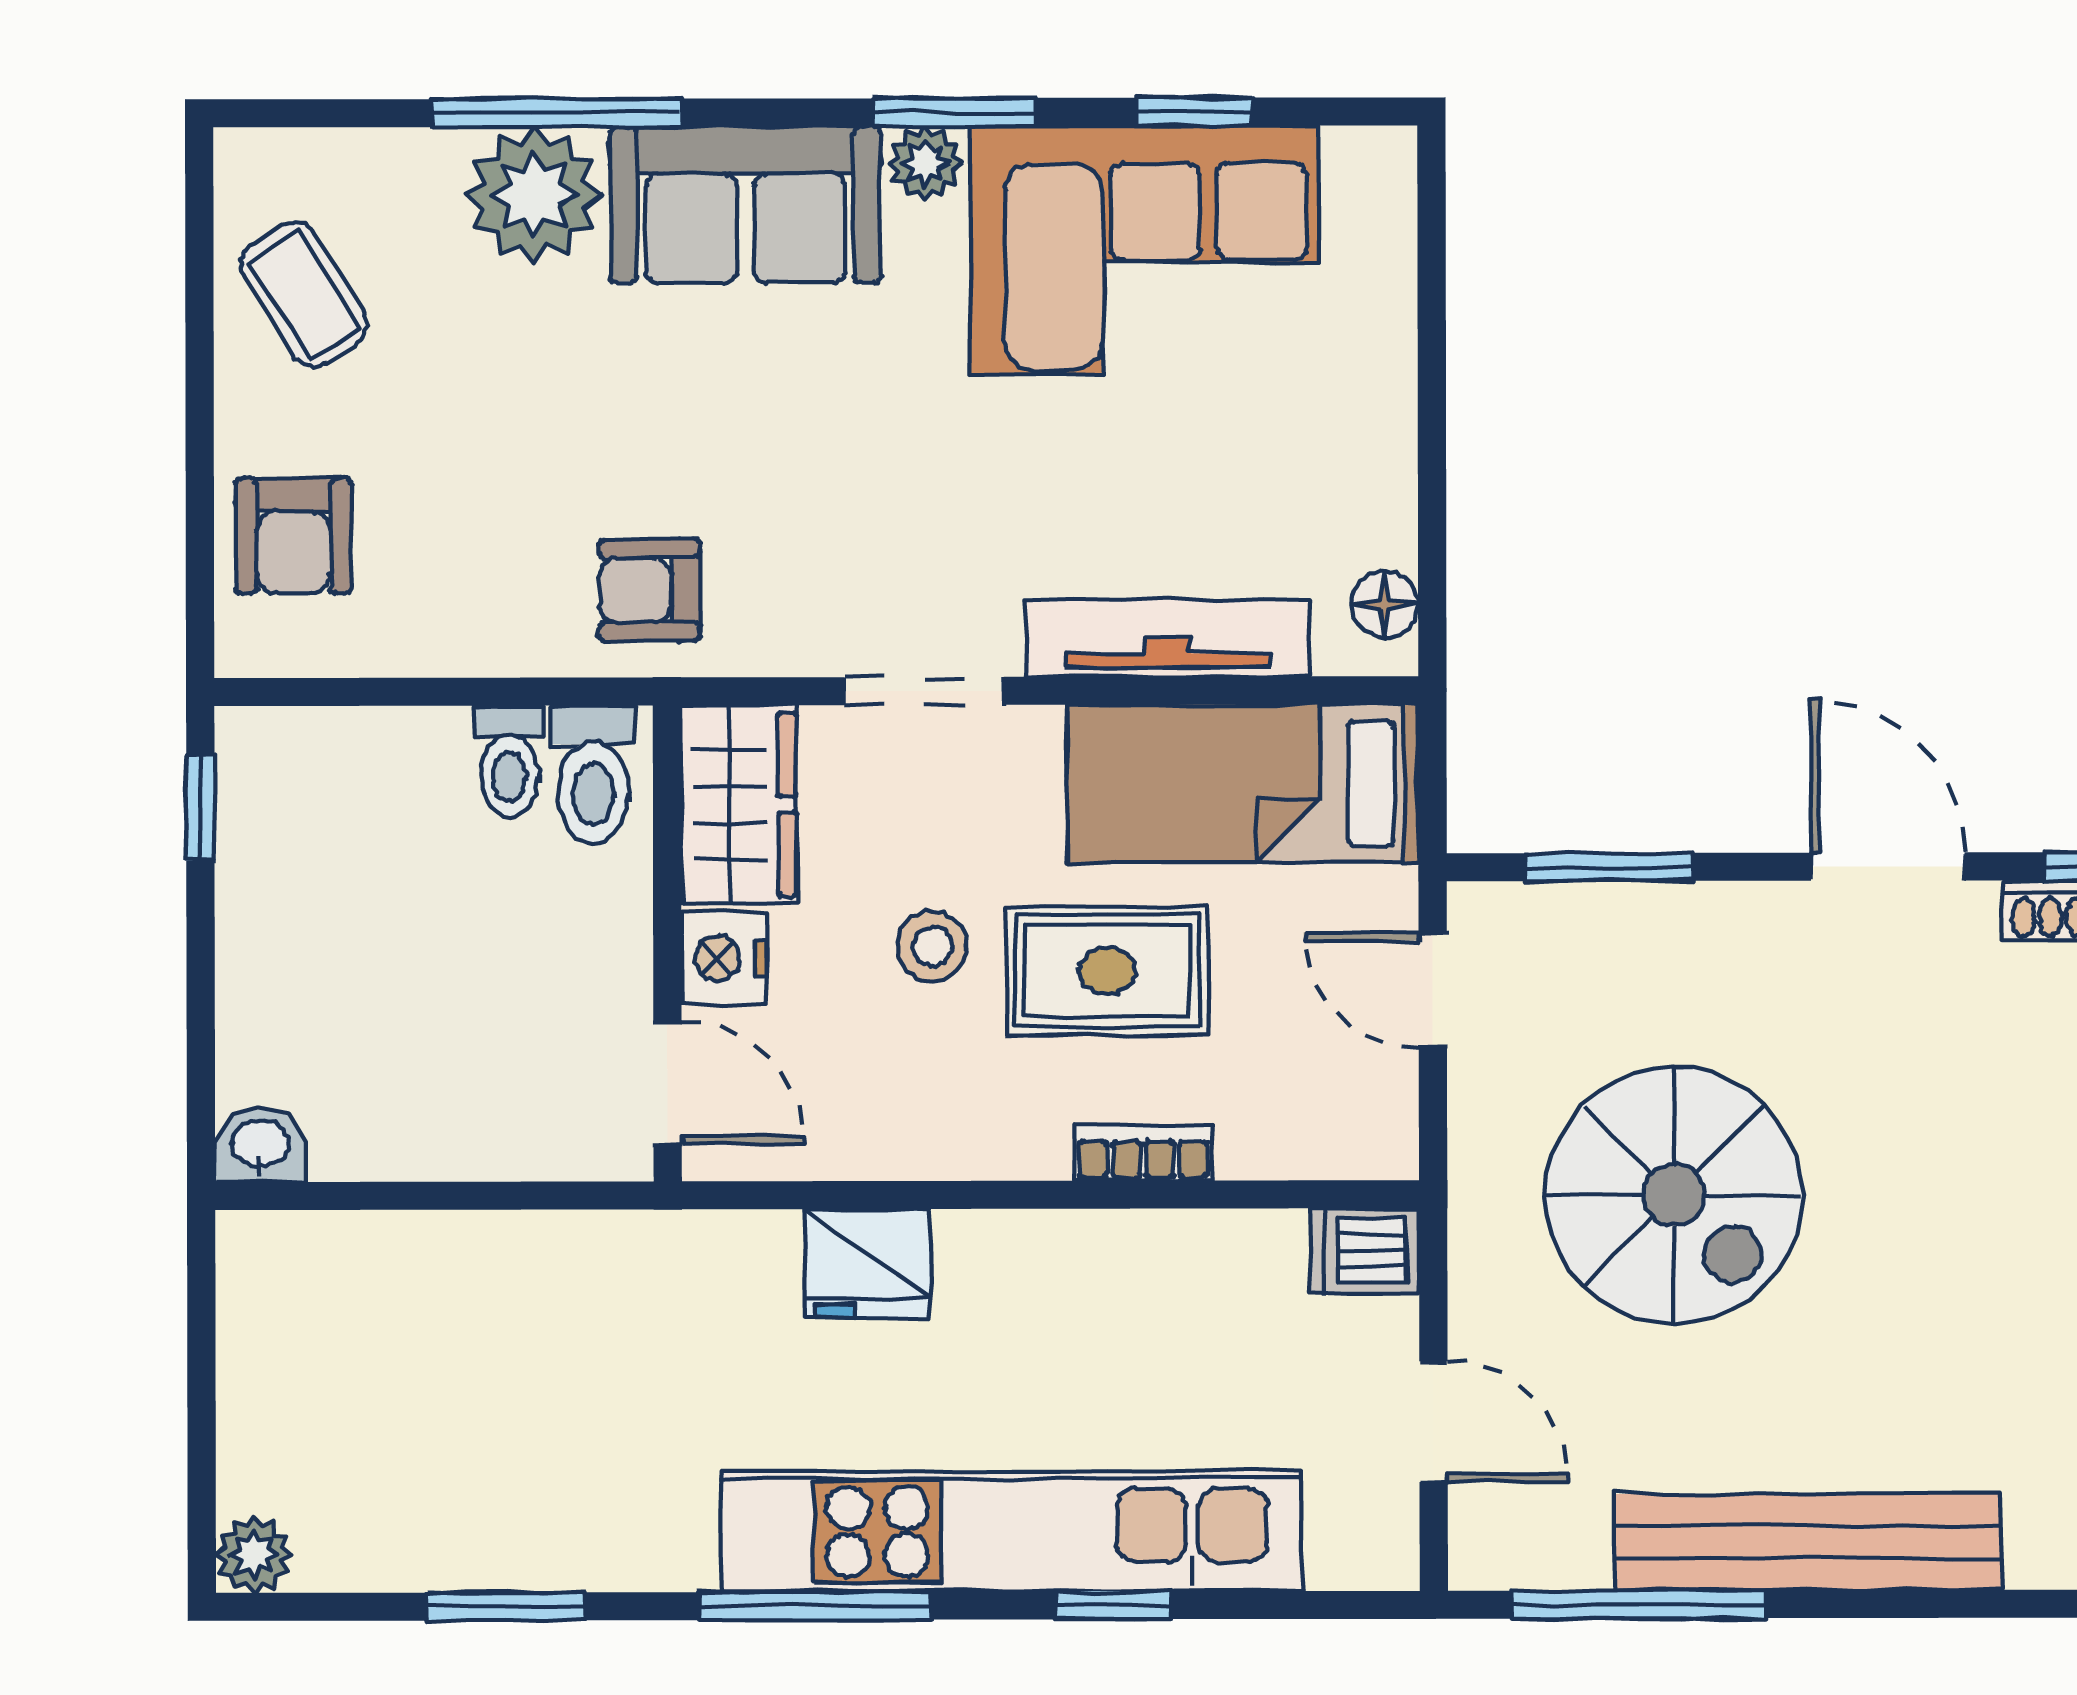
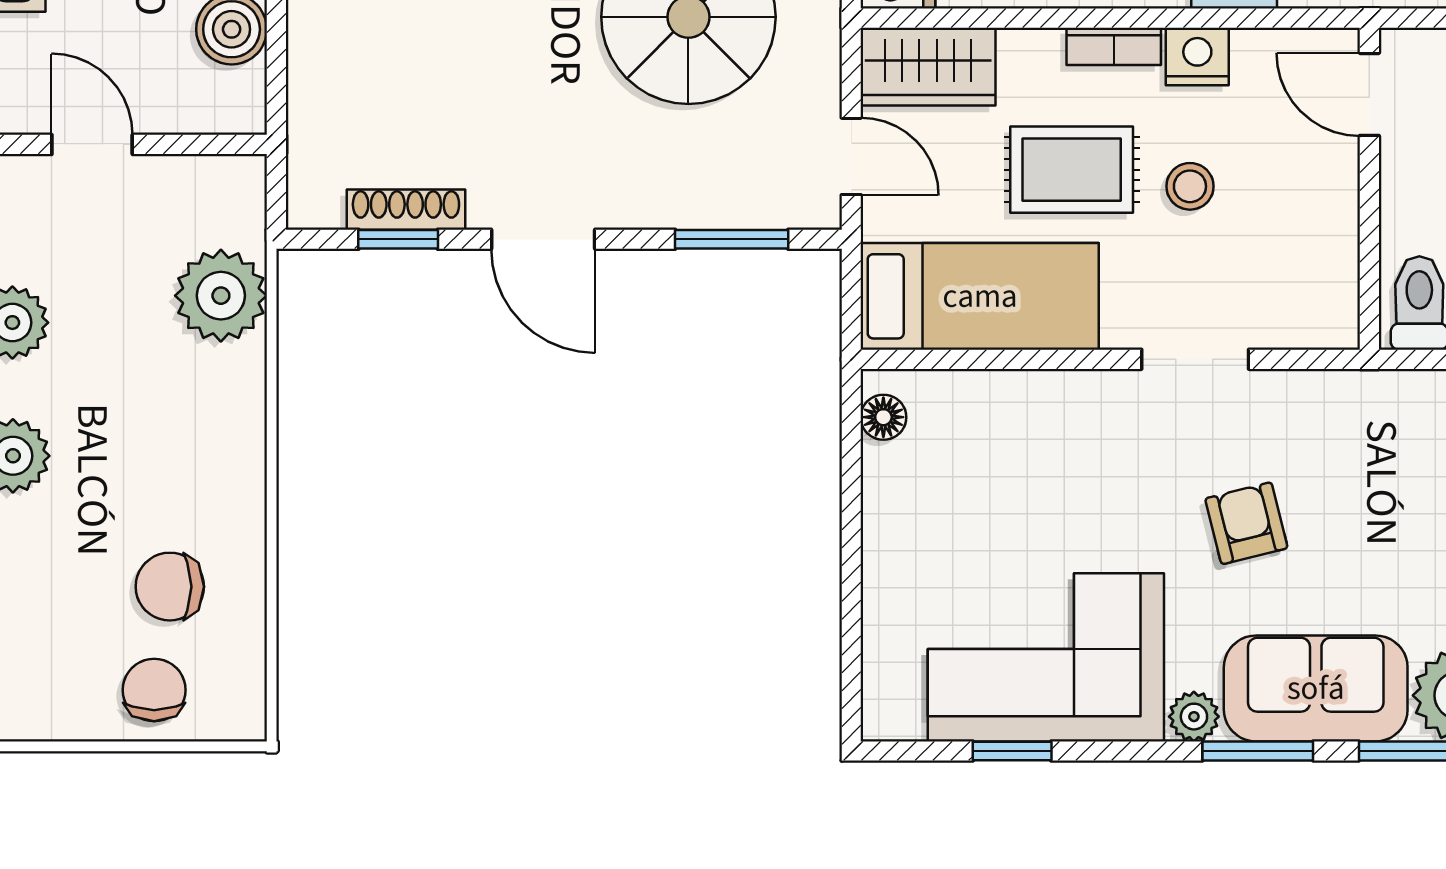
window: (954, 112) -> (1258, 751), moved
armchair: (650, 590) -> (1246, 523), moved, turned -104
tv unit: (1168, 638) -> (1030, 395), removed
wardrobe: (739, 805) -> (928, 67), moved, turned -90
nightstand: (724, 958) -> (1197, 56), moved, turned -90
bookcase: (1143, 1153) -> (1114, 46), moved

